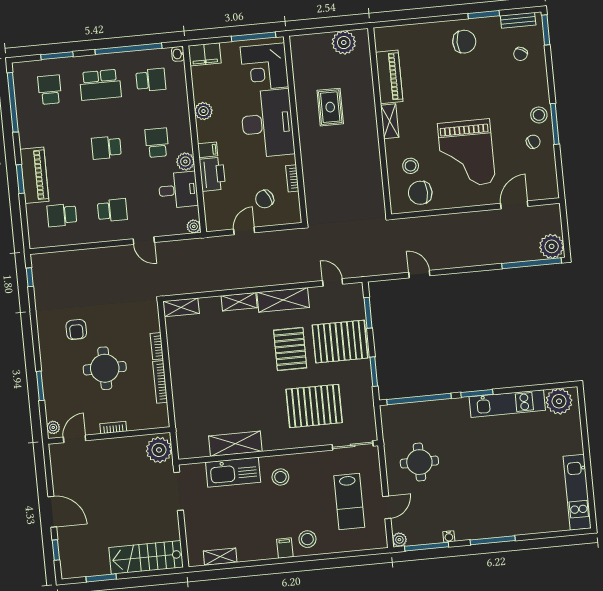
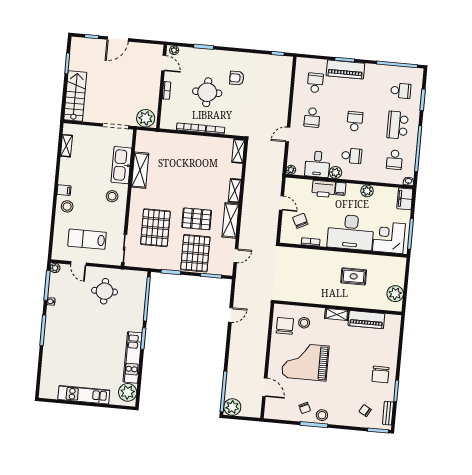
kitchen unit: (577, 492) -> (84, 395), moved

